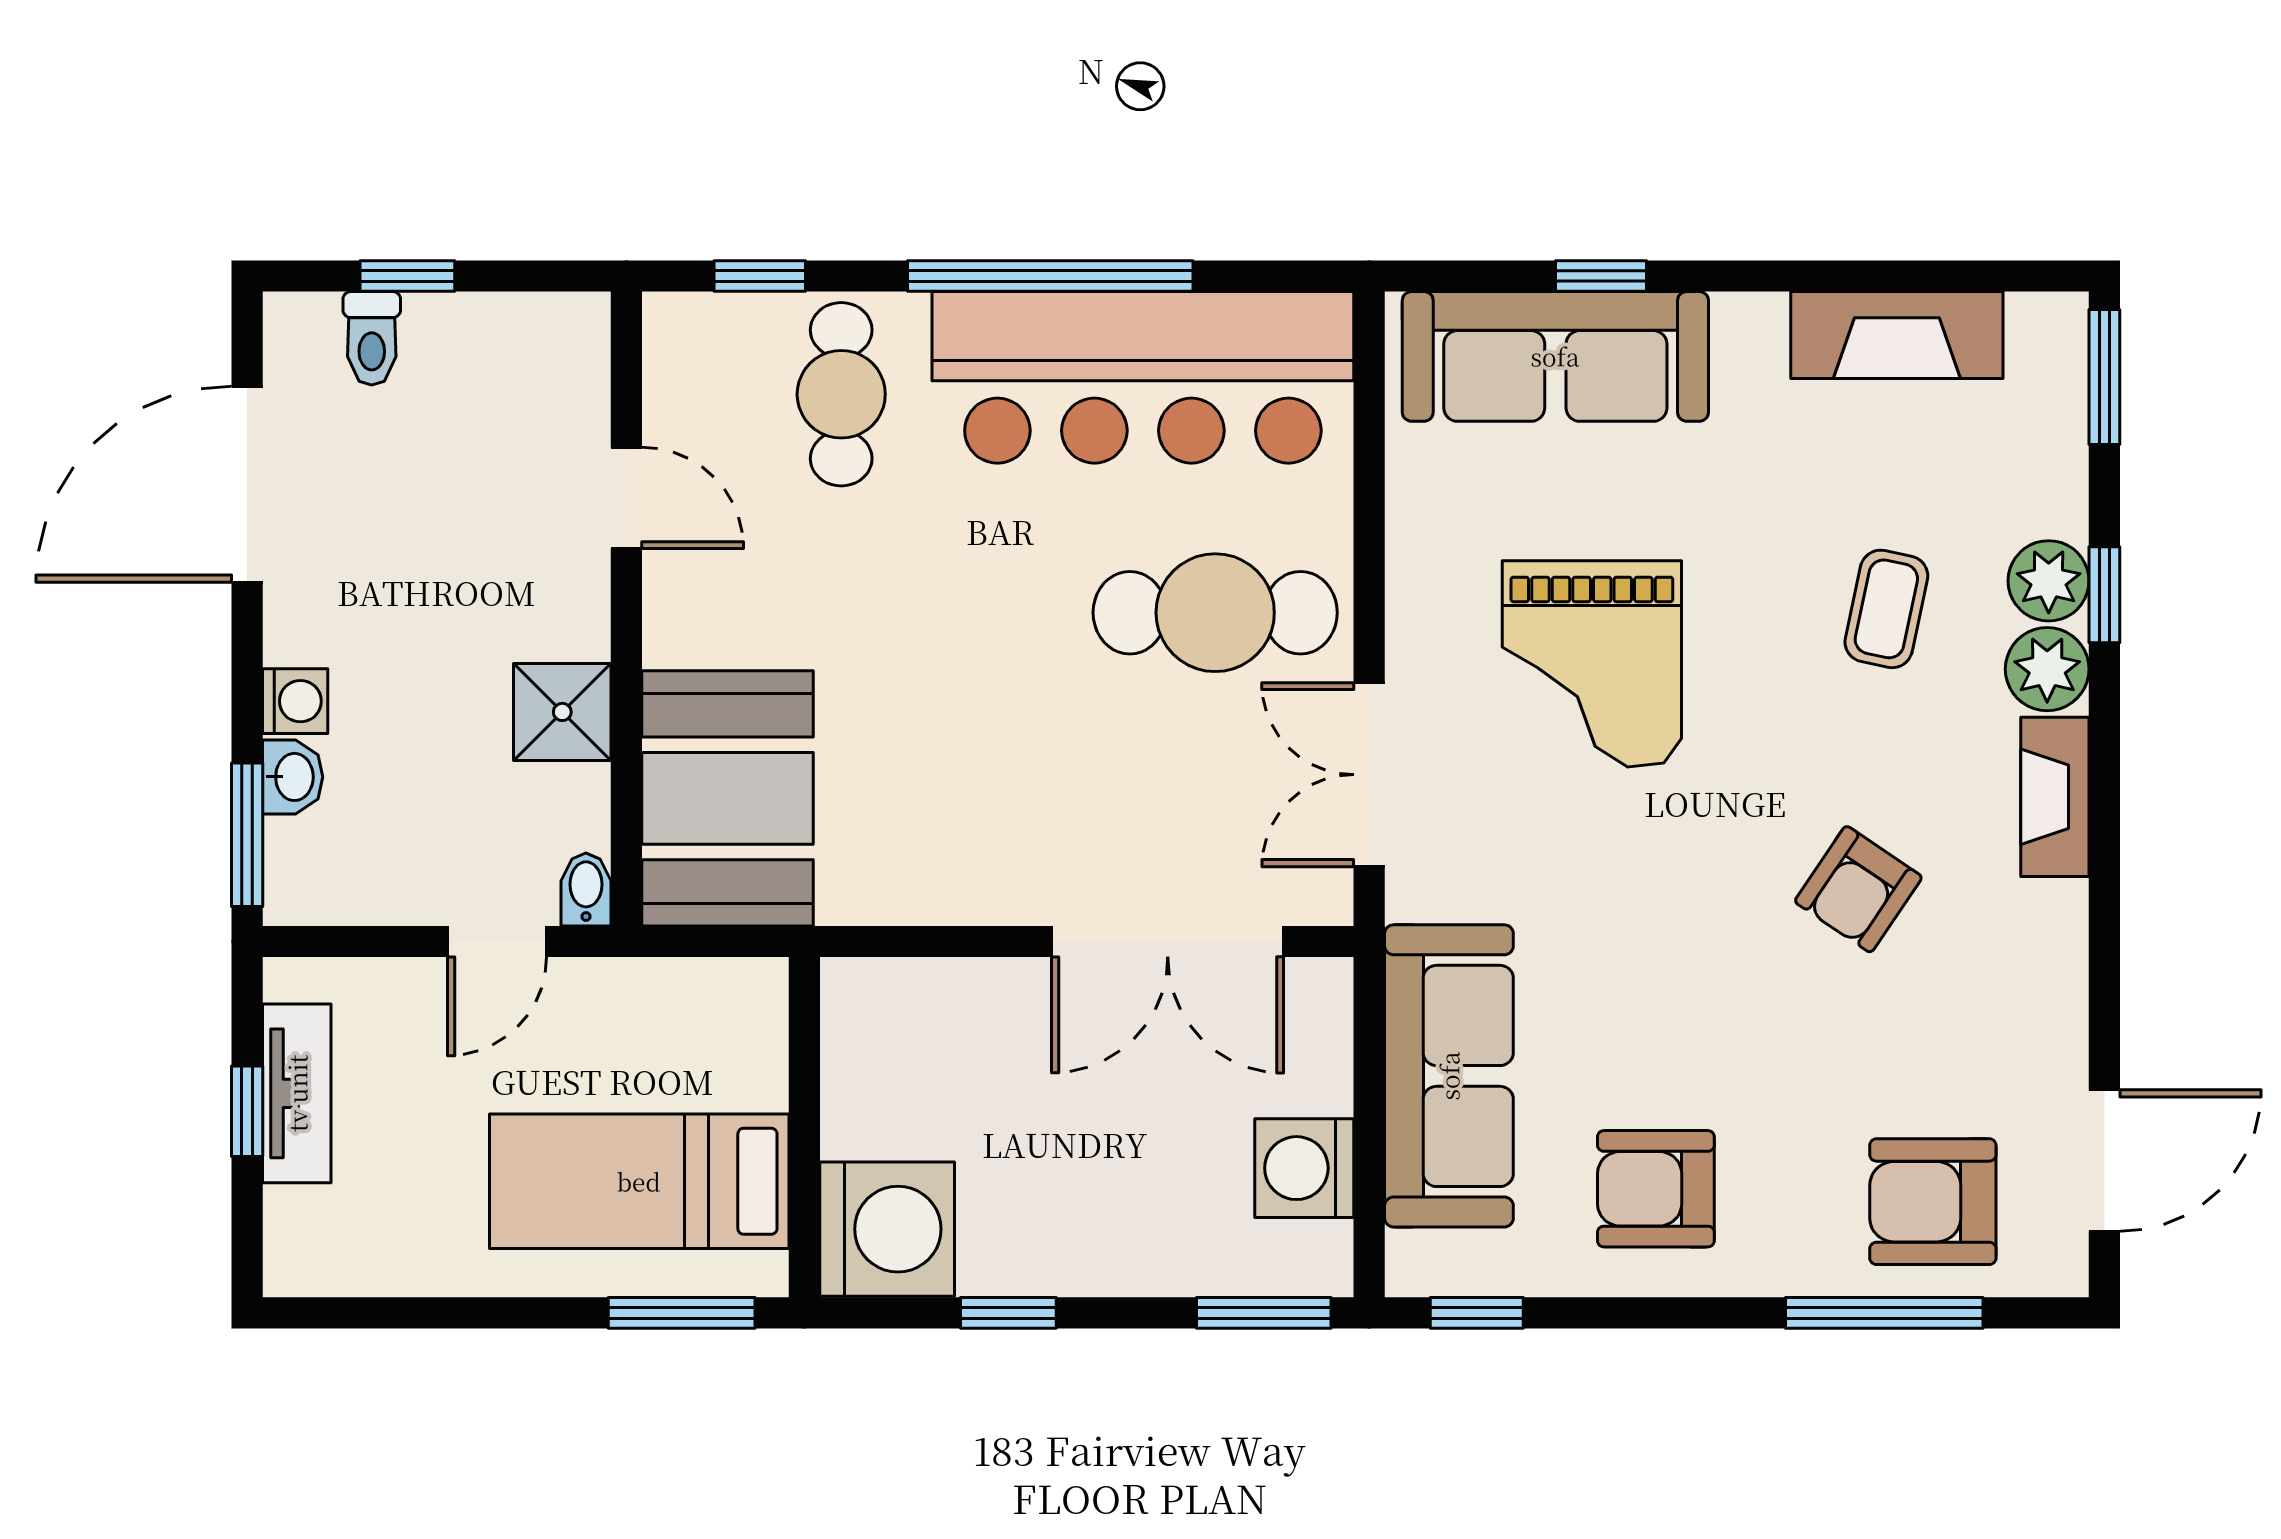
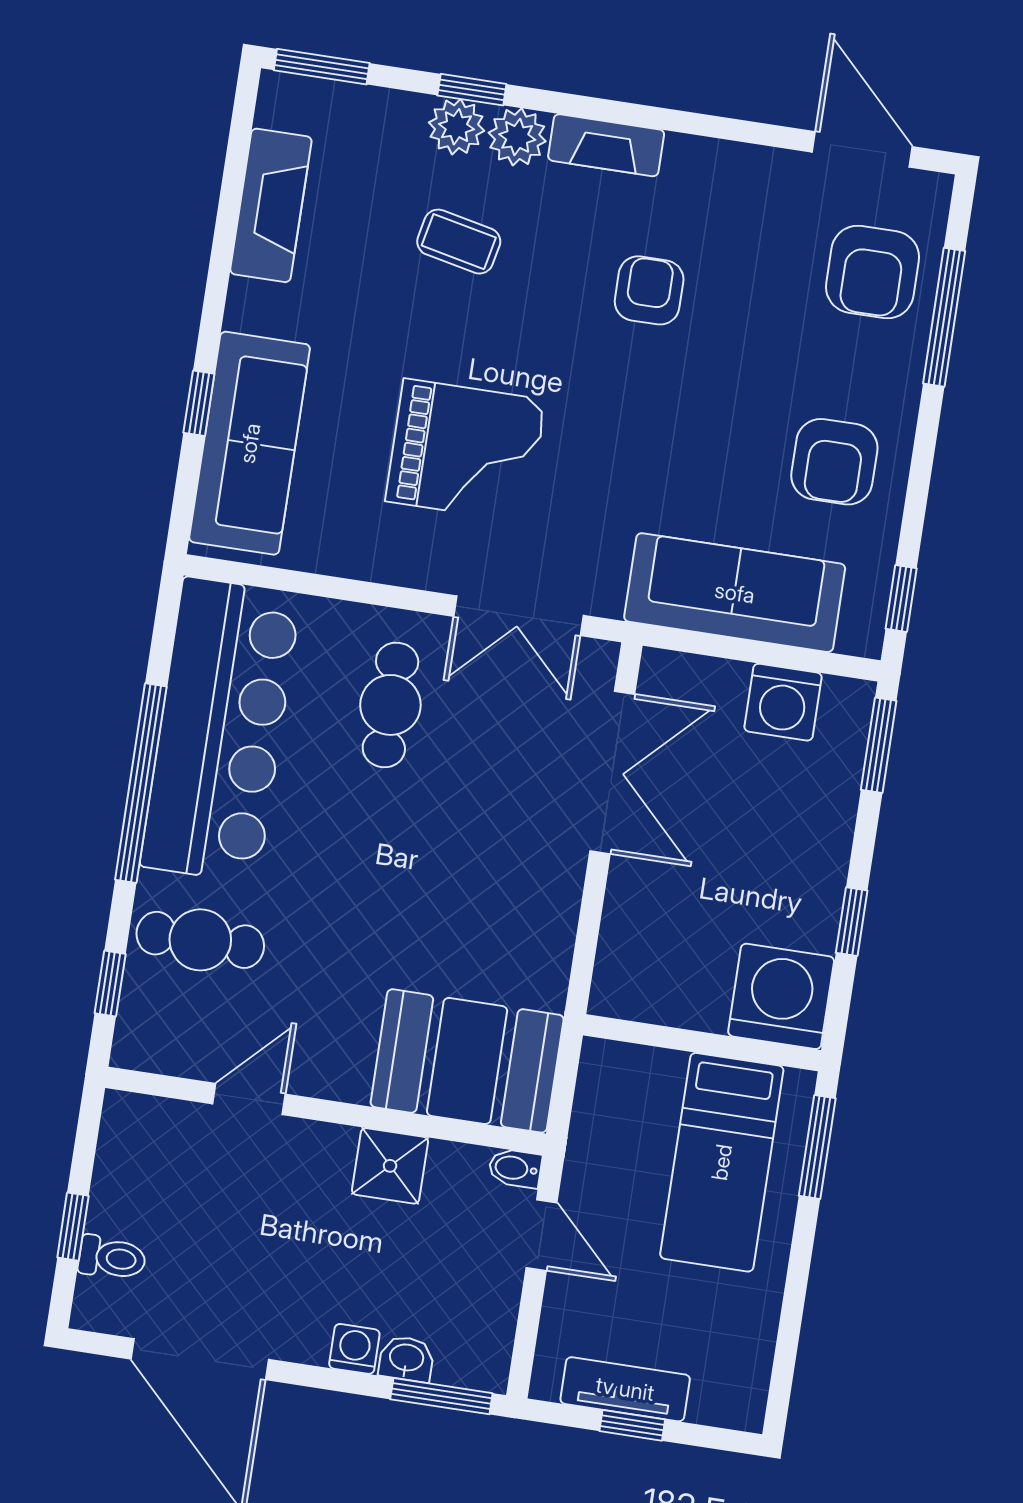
cafe table: (1215, 613) -> (390, 705), width x0.73, depth x0.74
armchair: (1858, 889) -> (649, 290), turned -124

